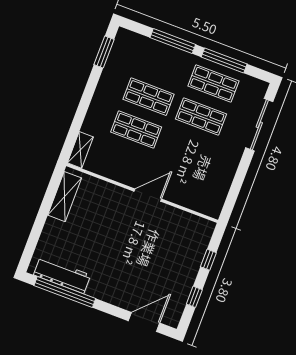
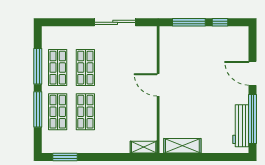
sliding door: (259, 125) -> (115, 22), moved
shop shelf: (136, 130) -> (58, 112), moved
window: (208, 260) -> (189, 22), width x2.17
door: (144, 322) -> (253, 73), moved

